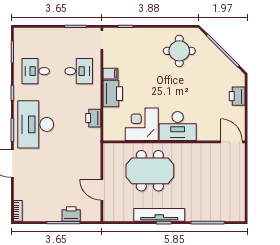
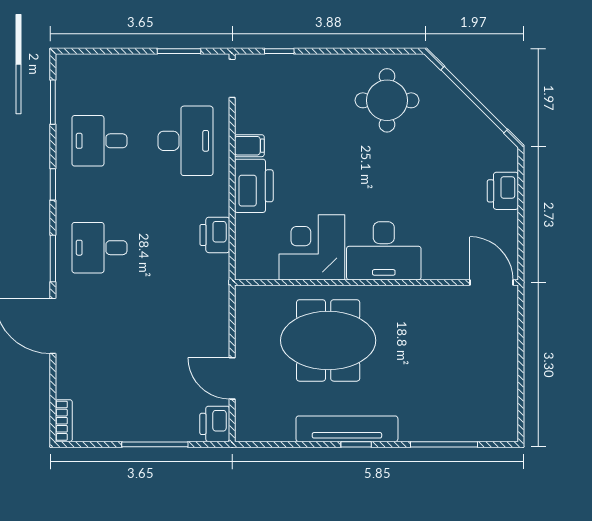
desk: (79, 71) -> (185, 141), width x1.37
desk: (36, 124) -> (99, 248), width x0.53, depth x0.77
printer: (71, 214) -> (215, 424), moved, turned -90

